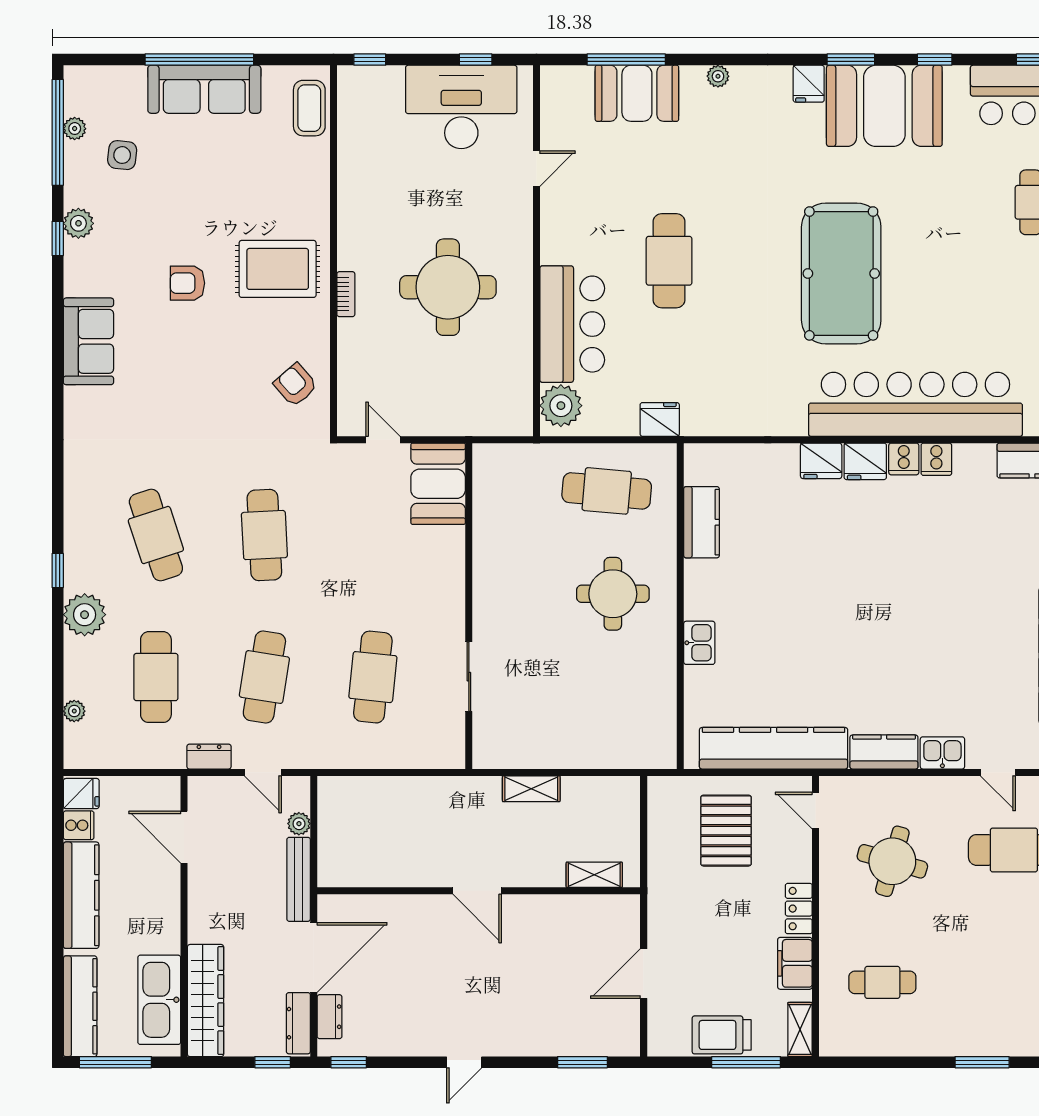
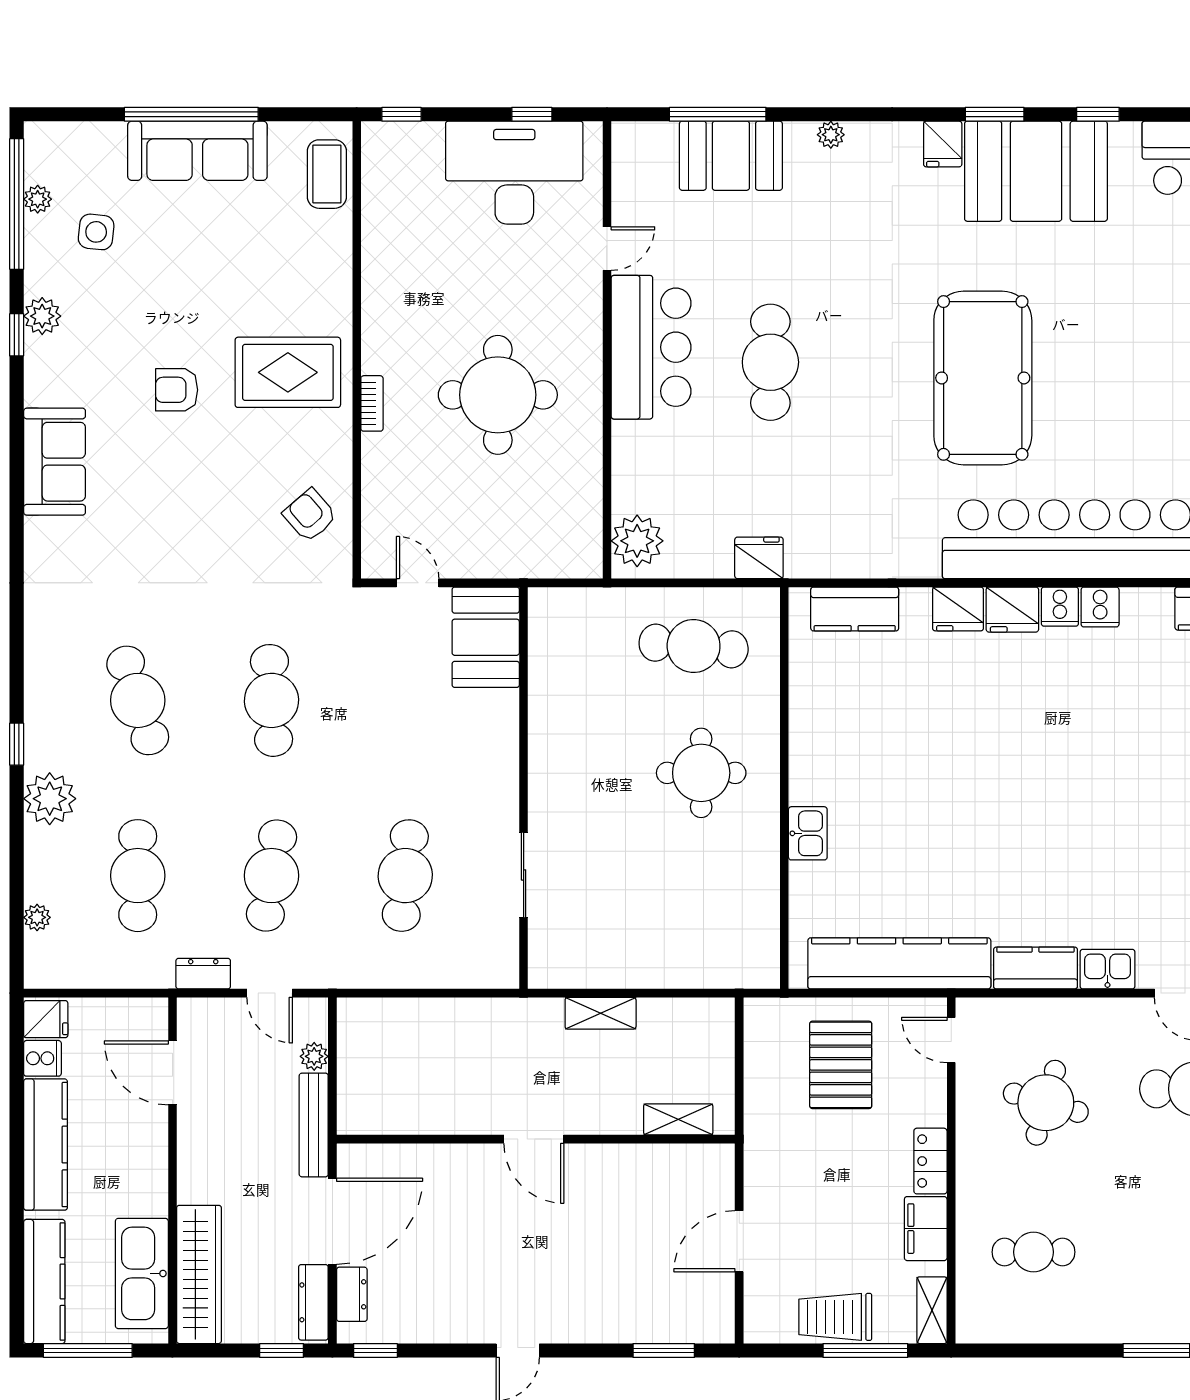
bar counter: (572, 324) -> (651, 347), moved
kitchen counter: (701, 522) -> (855, 609), moved, turned 90

